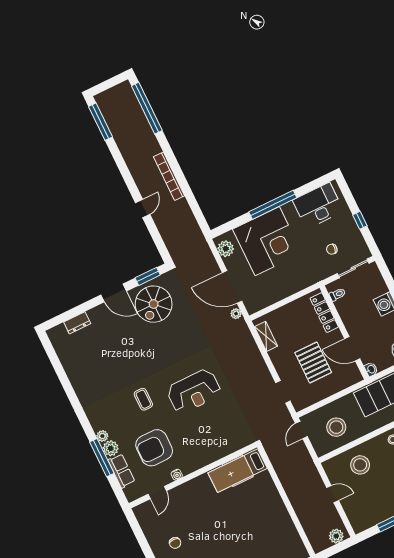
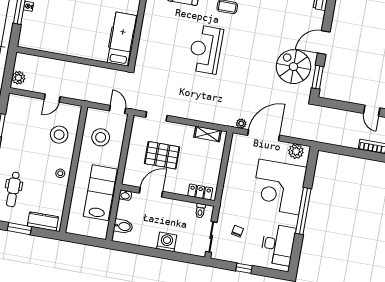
locker: (324, 313) -> (200, 192), width x0.66

